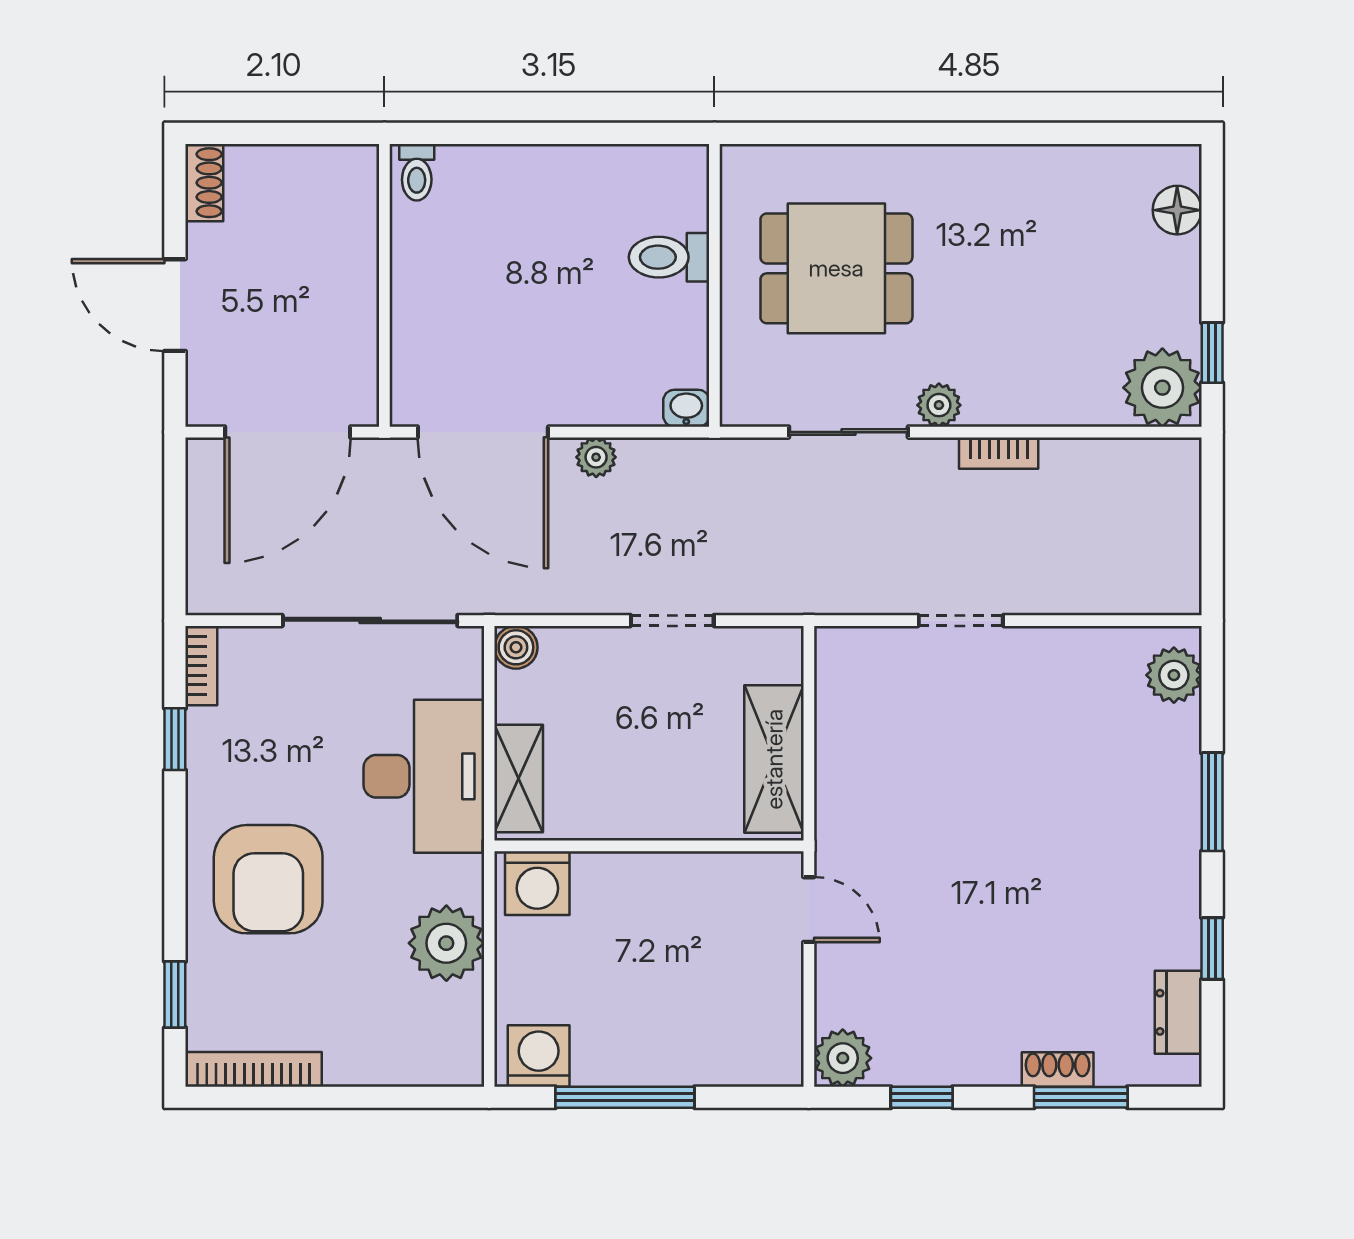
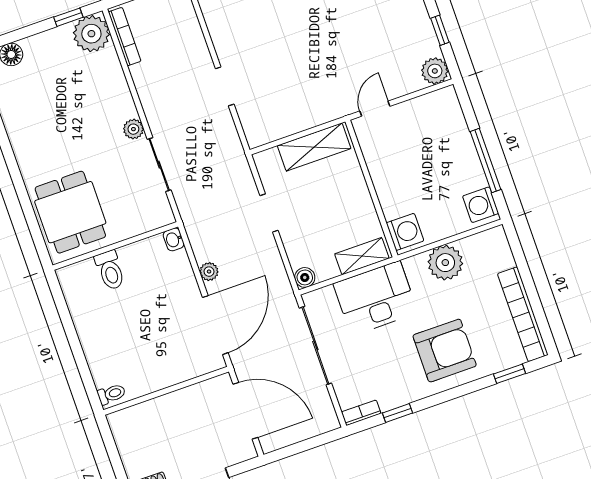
dining table: (836, 268) -> (70, 212), moved
bookcase: (999, 453) -> (125, 37), moved, width x1.56
bookcase: (254, 1069) -> (523, 314), width x1.48, depth x1.31

